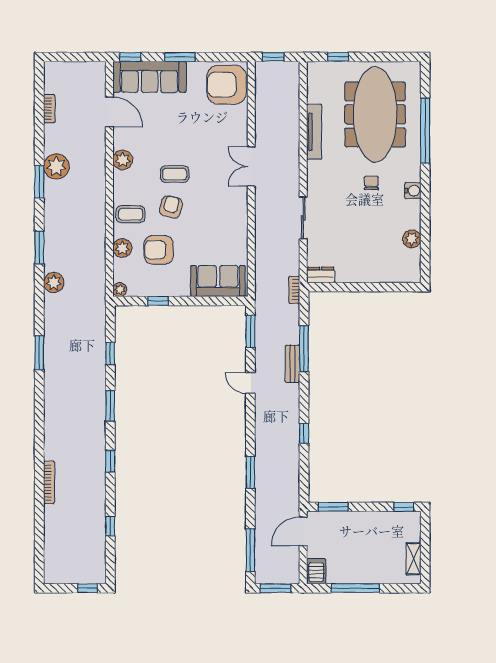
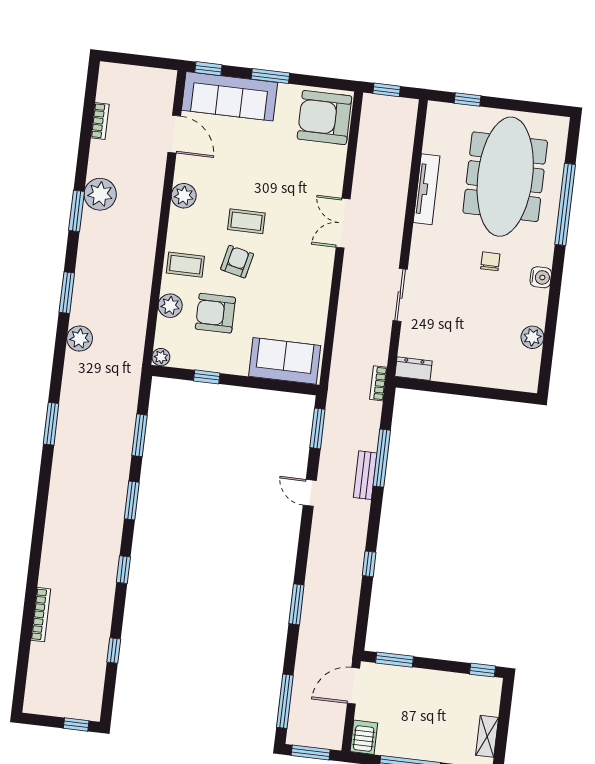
window: (110, 353) -> (139, 435), width x1.50
bookcase: (49, 482) -> (41, 615), moved

